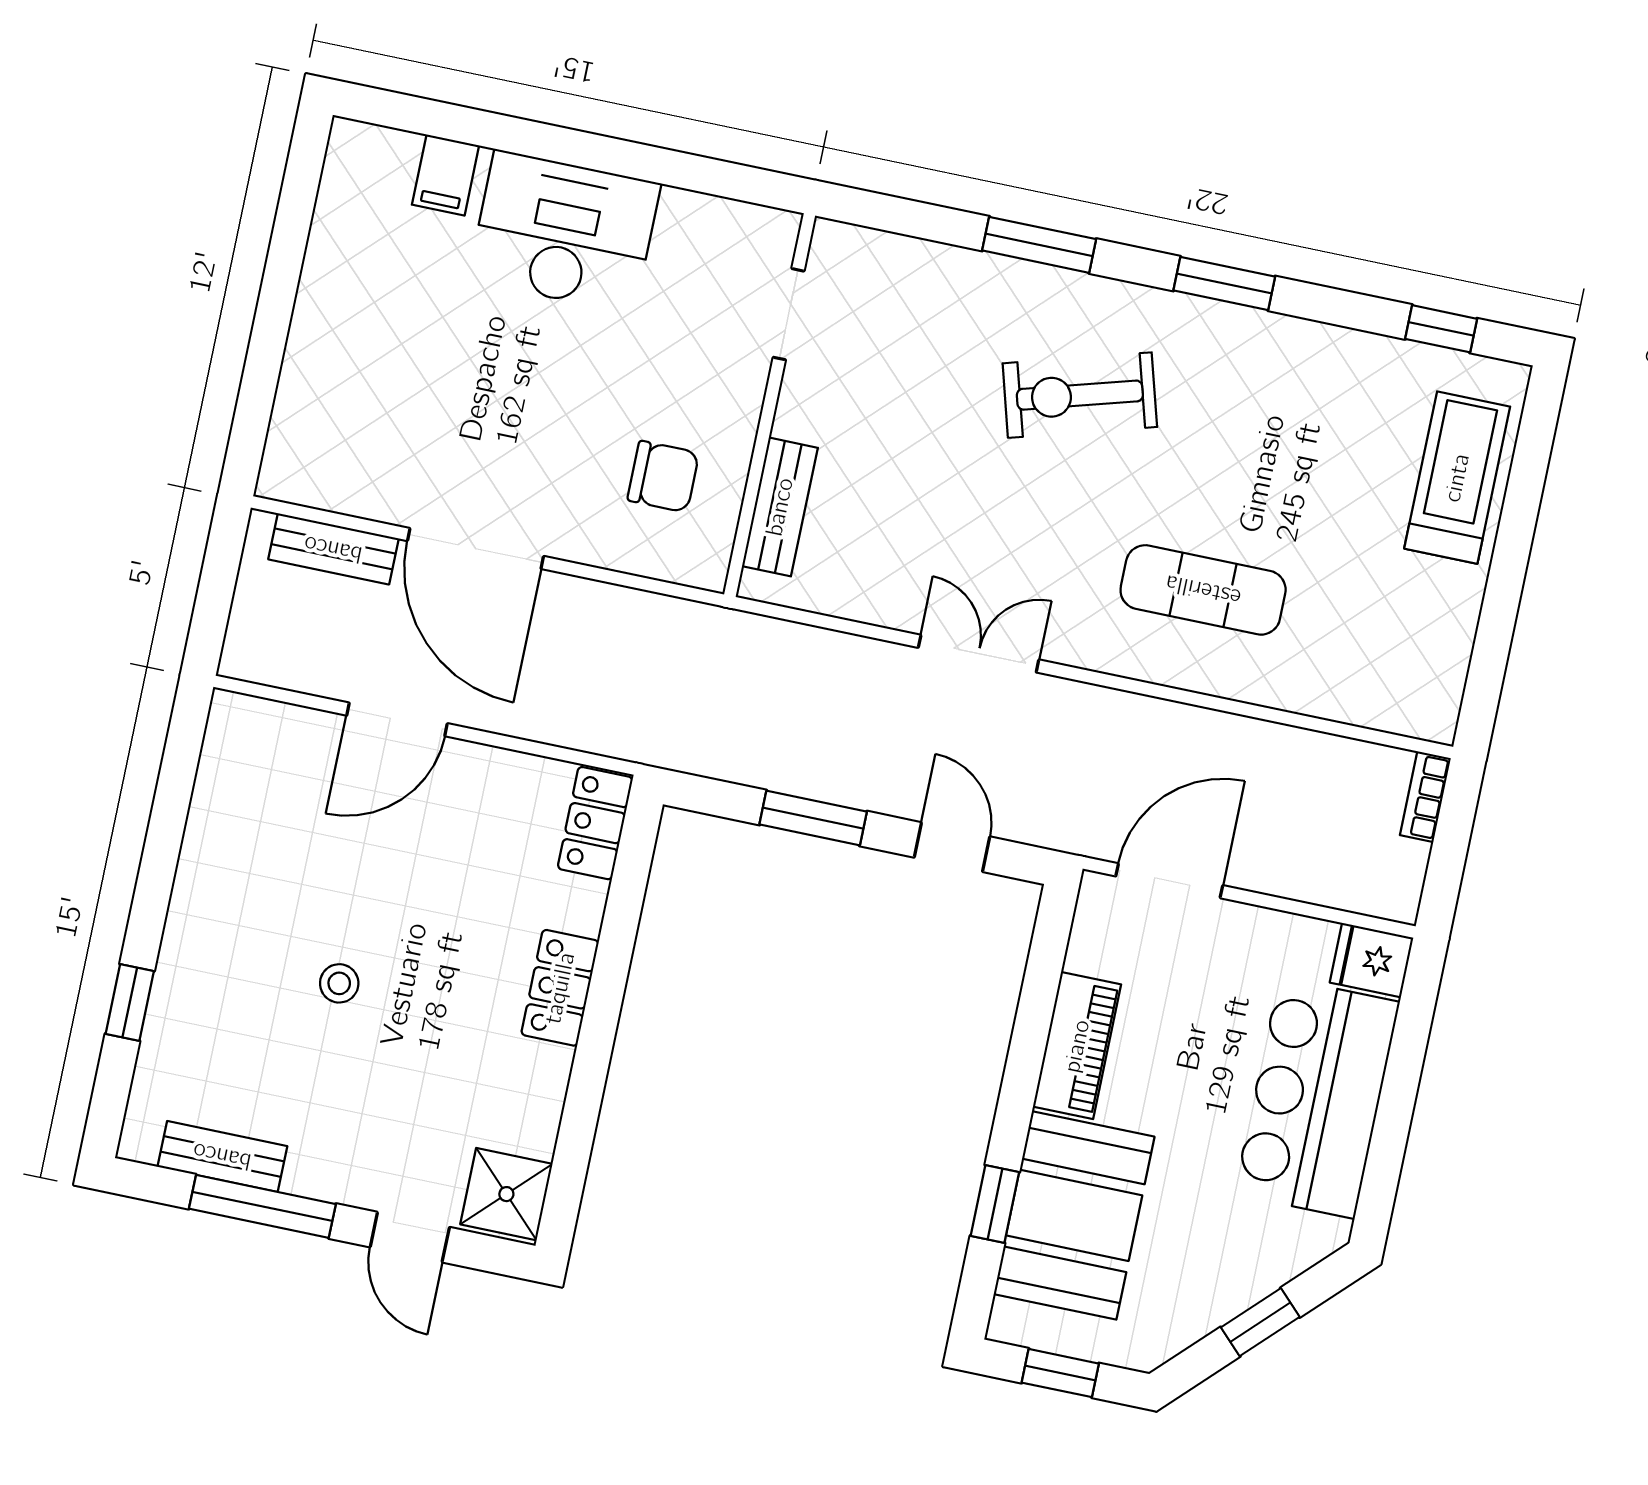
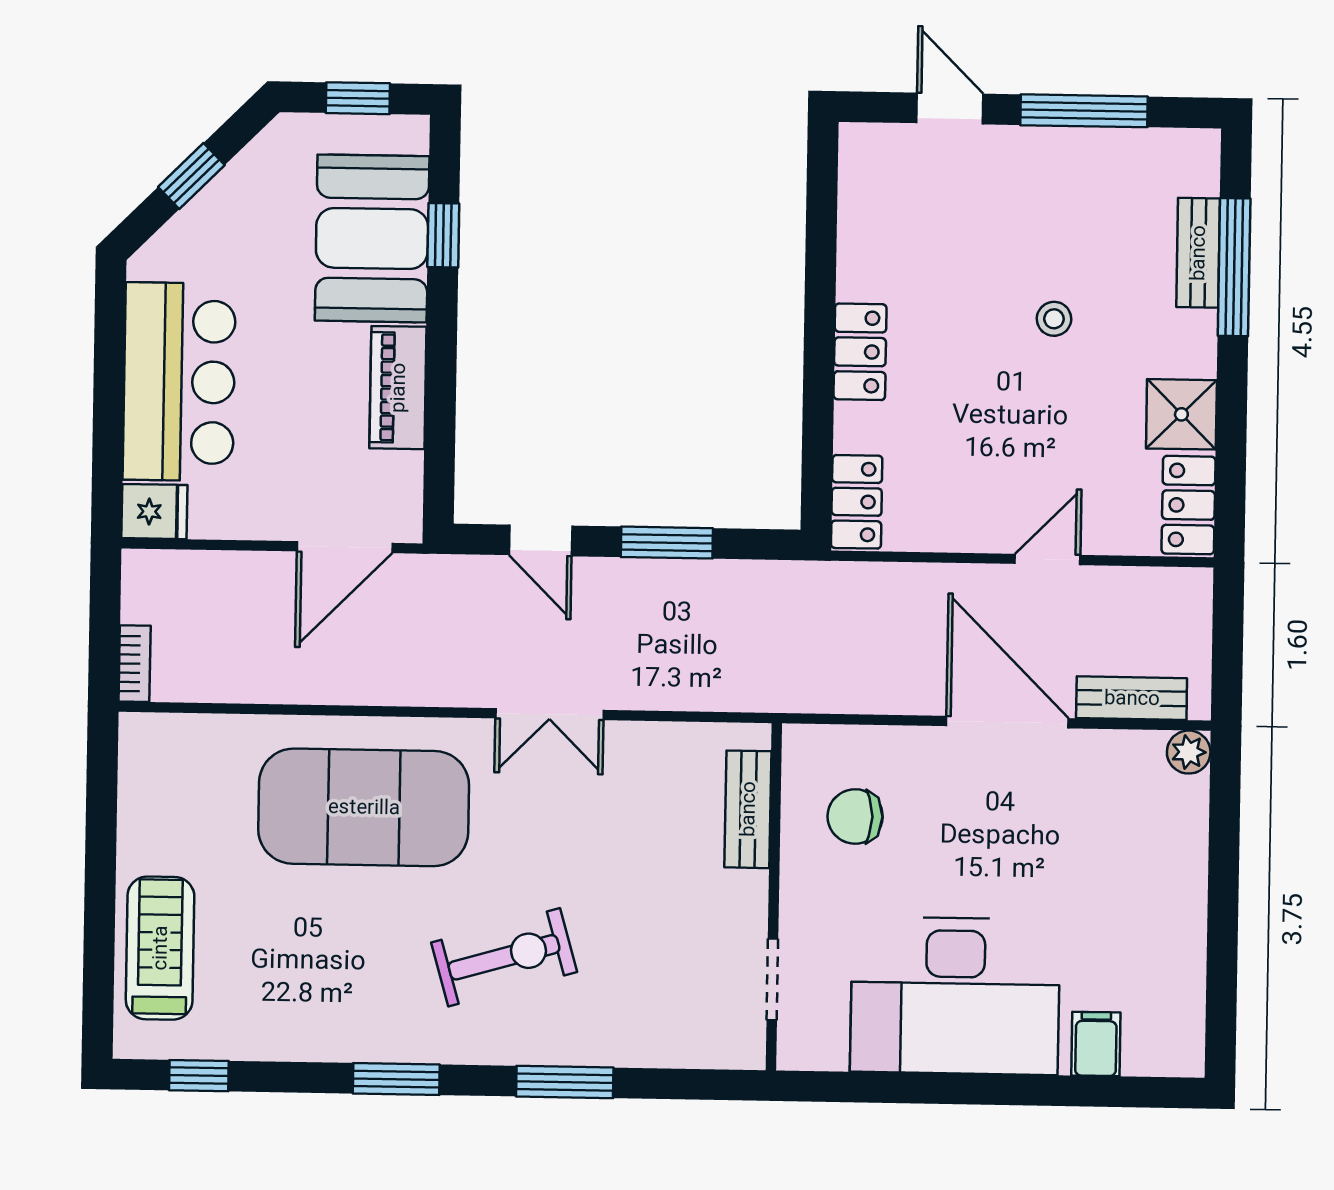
desk: (564, 232) -> (955, 996), width x1.36, depth x1.30
plant: (282, 477) -> (1189, 752), added
treadmill: (1457, 478) -> (160, 948), turned 180
exercise mat: (1203, 590) -> (364, 807), width x2.00, depth x1.45
door: (397, 719) -> (1047, 559), width x0.73
locker: (230, 750) -> (1188, 505), added
window: (130, 1002) -> (1234, 267), width x2.17
bench: (222, 1156) -> (1198, 253), moved, turned 90
shower: (506, 1194) -> (1181, 414), moved

